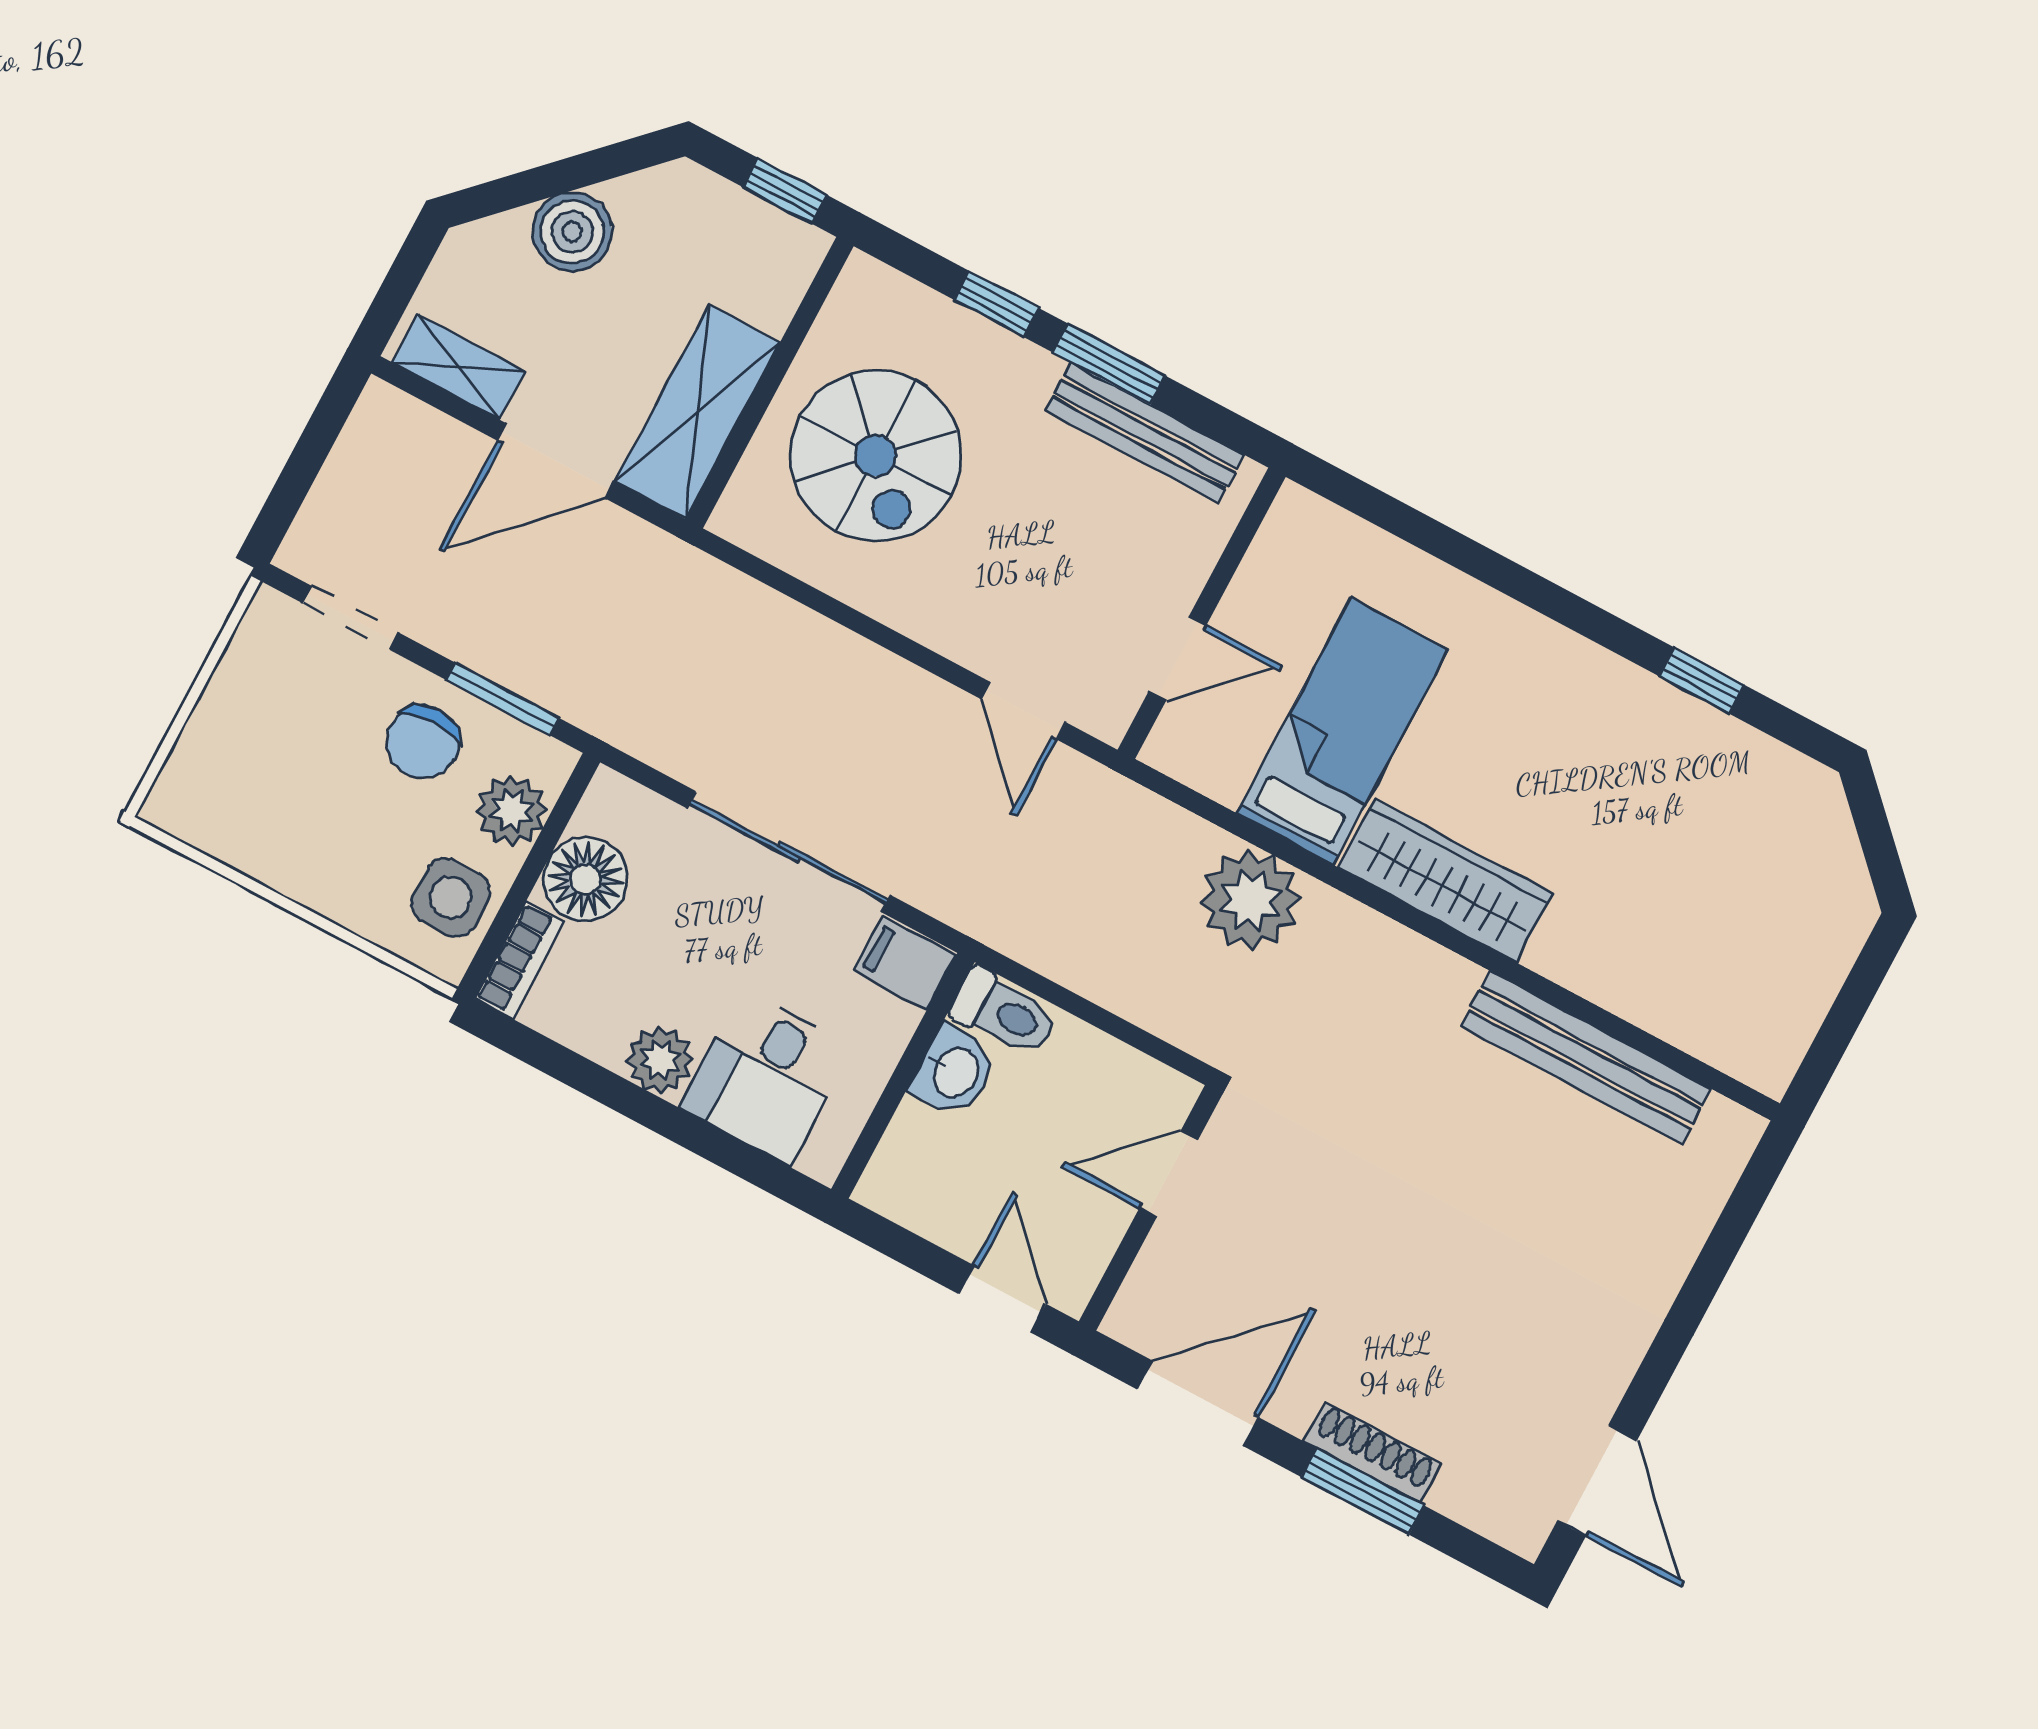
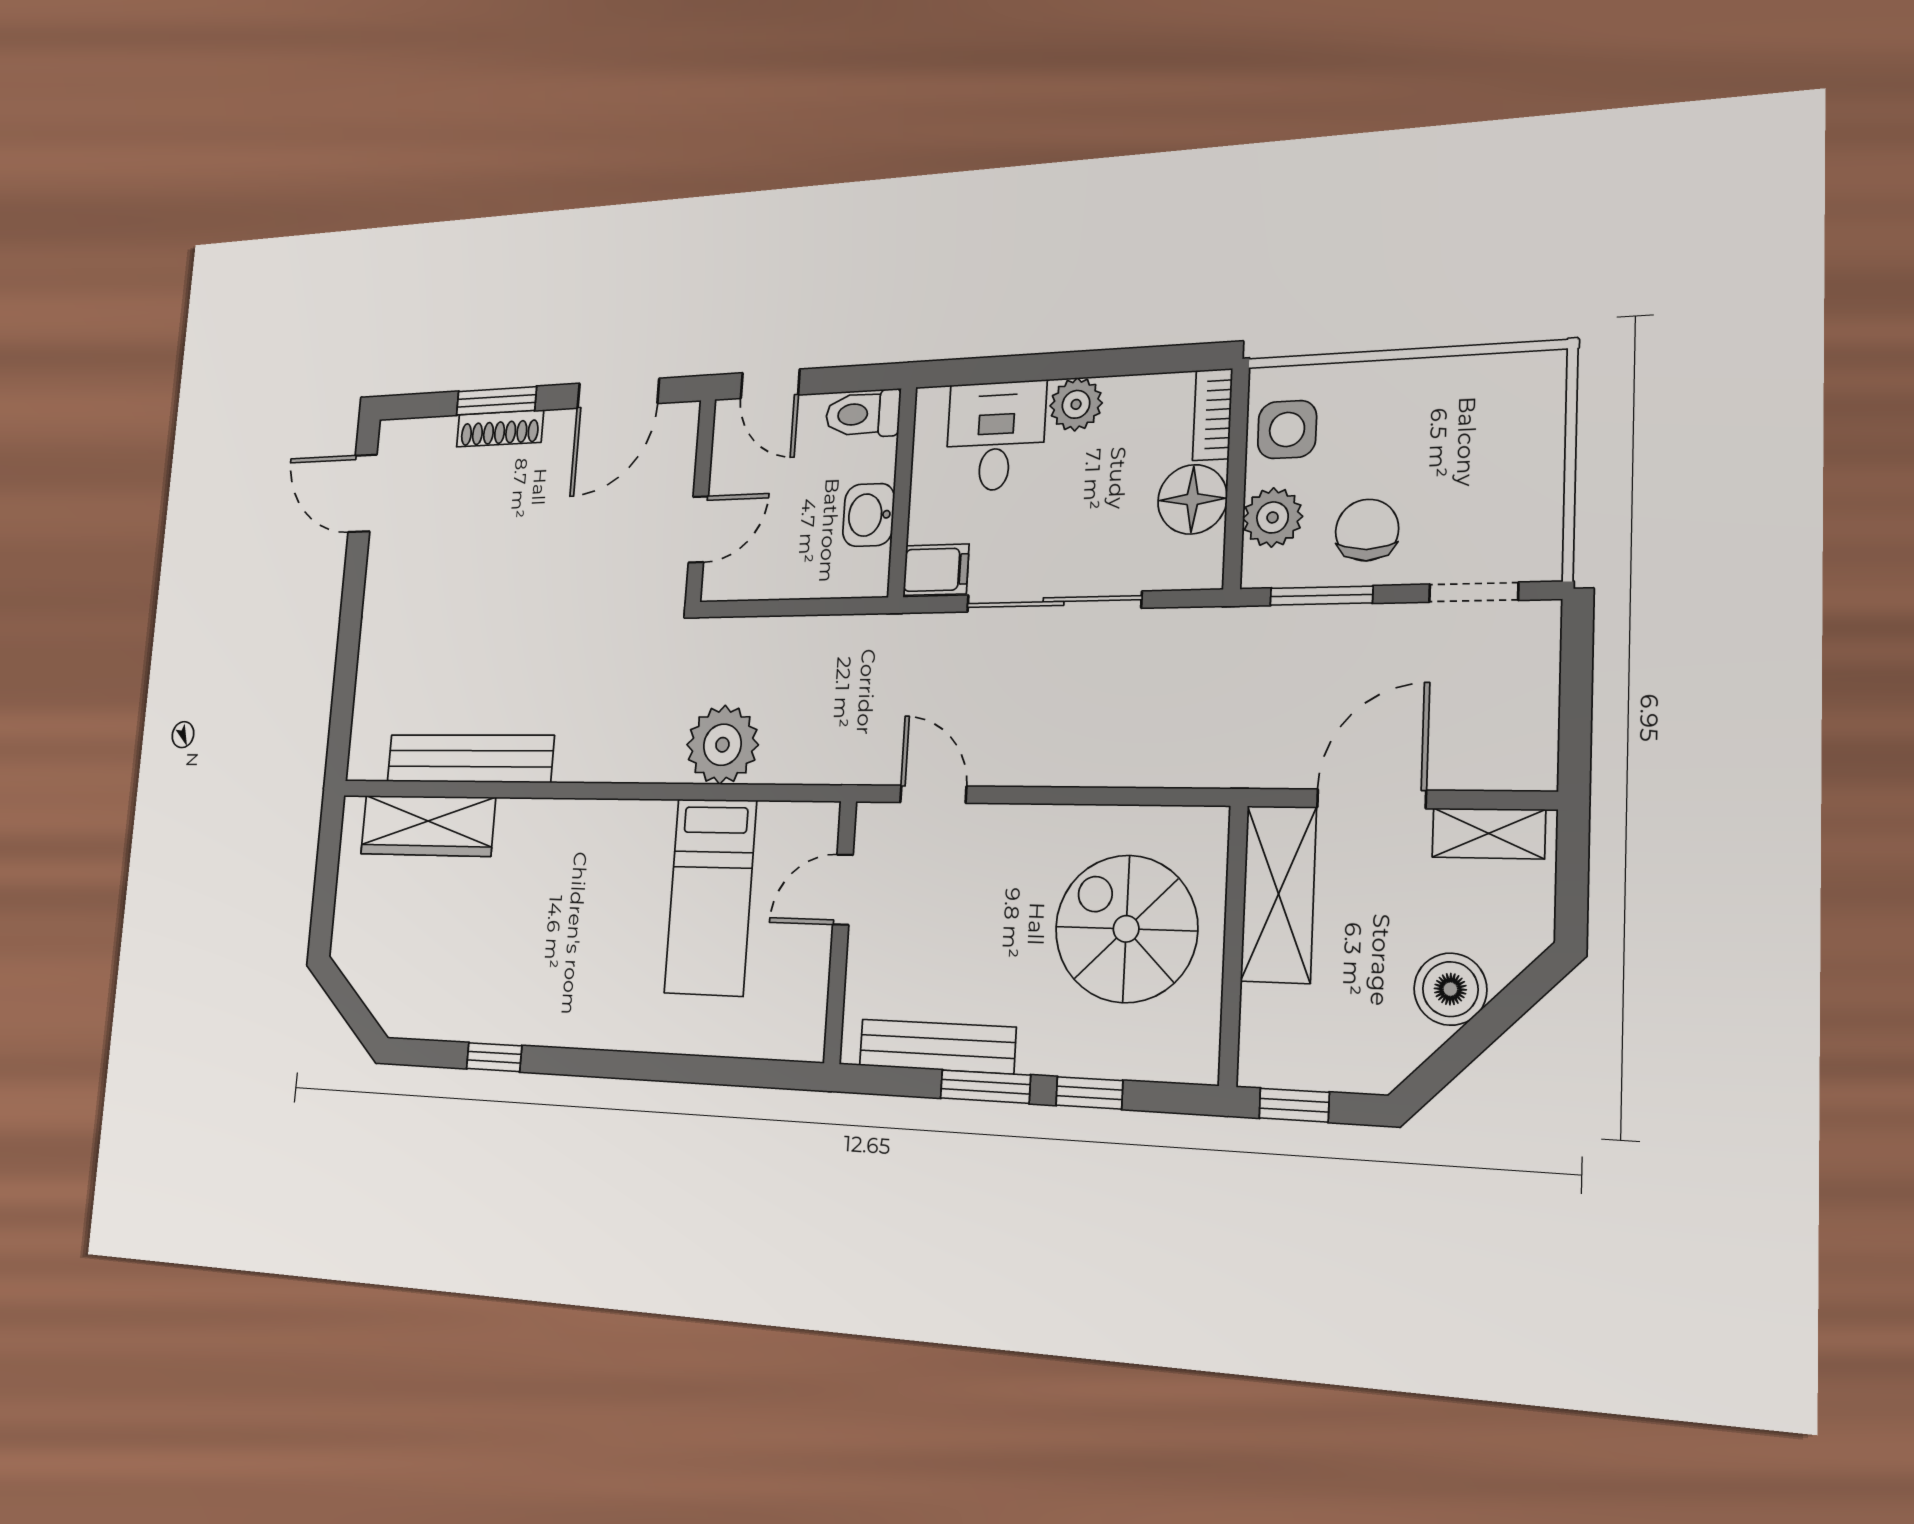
wardrobe: (1445, 881) -> (428, 826), moved
toilet: (1005, 1013) -> (863, 414), moved

